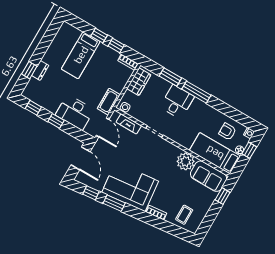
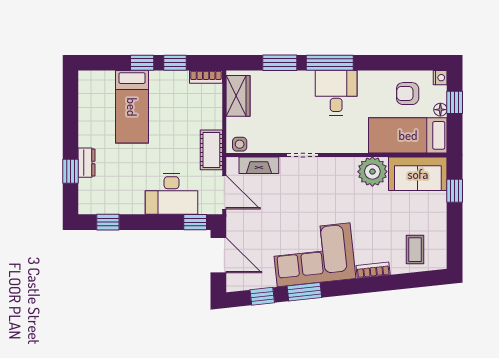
desk: (177, 102) -> (336, 93), moved
window: (56, 121) -> (195, 222), moved

